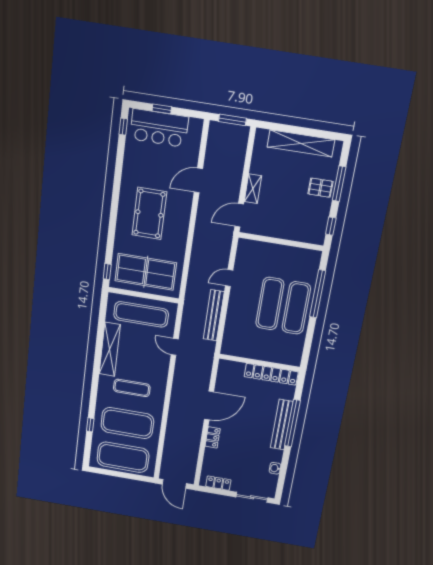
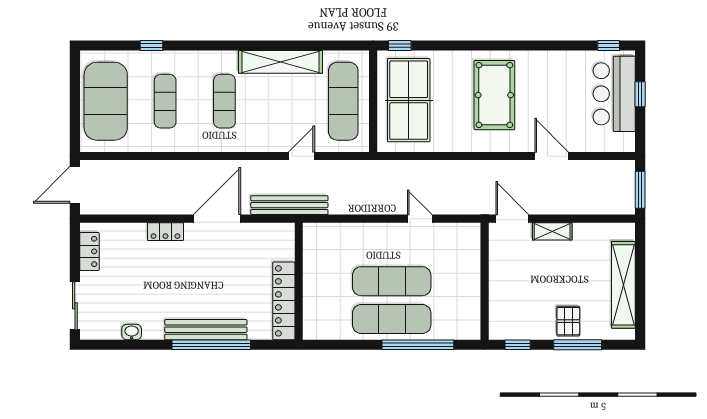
pool table: (149, 213) -> (494, 95), turned 90
bench: (214, 315) -> (289, 205), moved
door: (209, 406) -> (217, 219), swing flipped
exercise mat: (127, 423) -> (165, 101), width x0.50, depth x0.69

